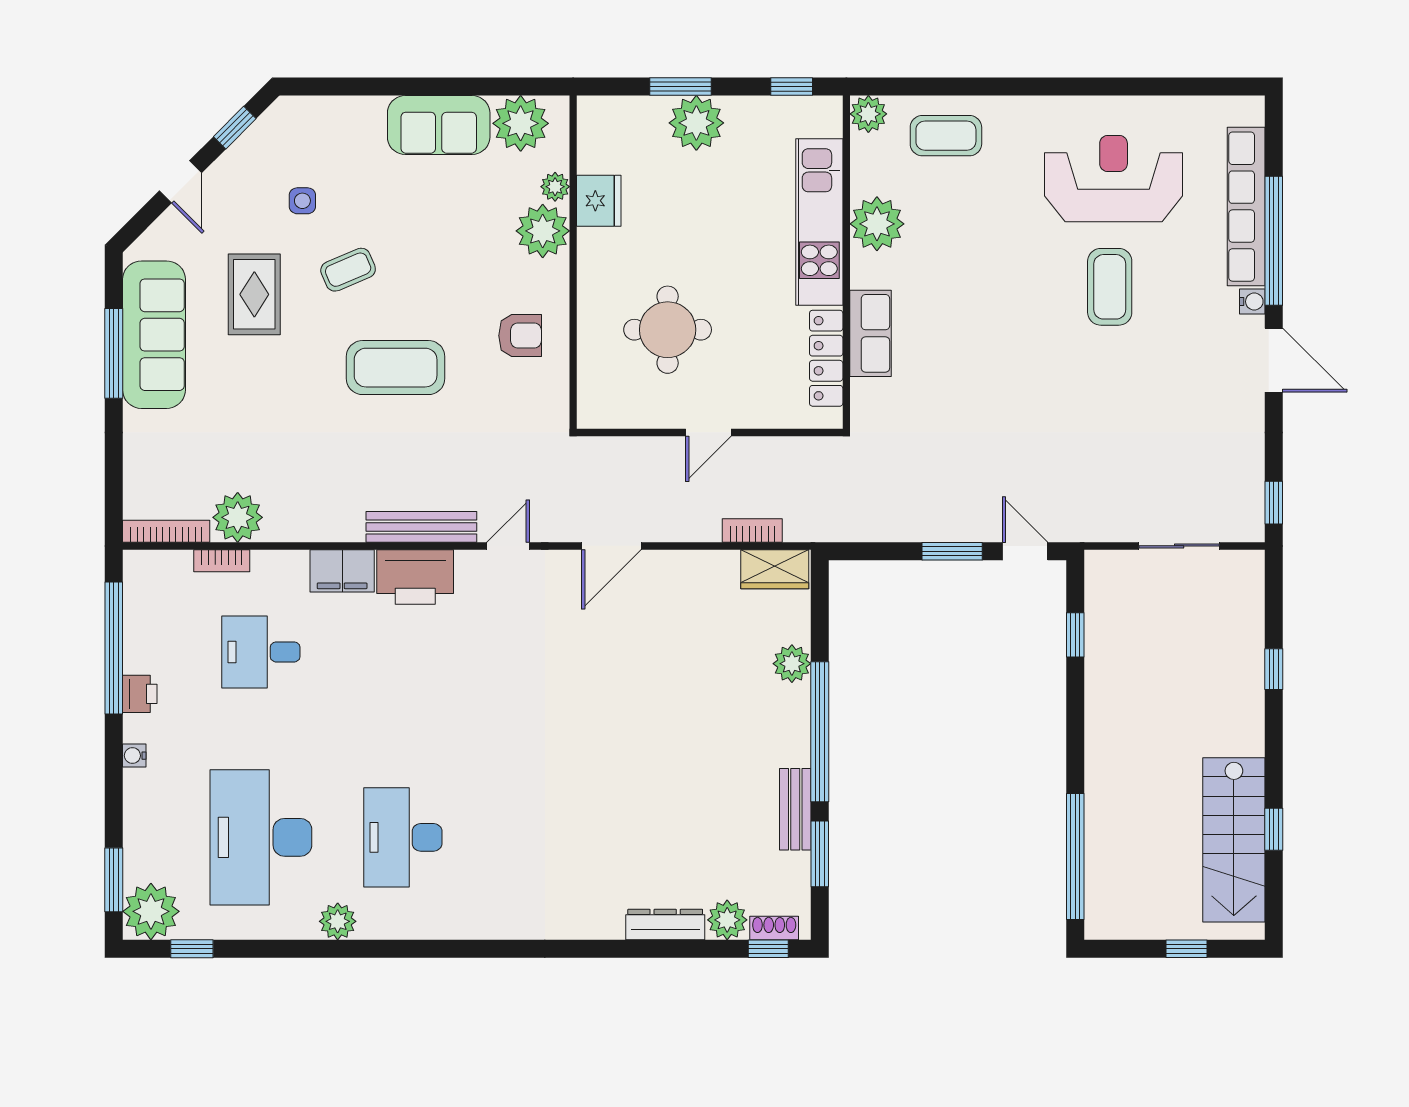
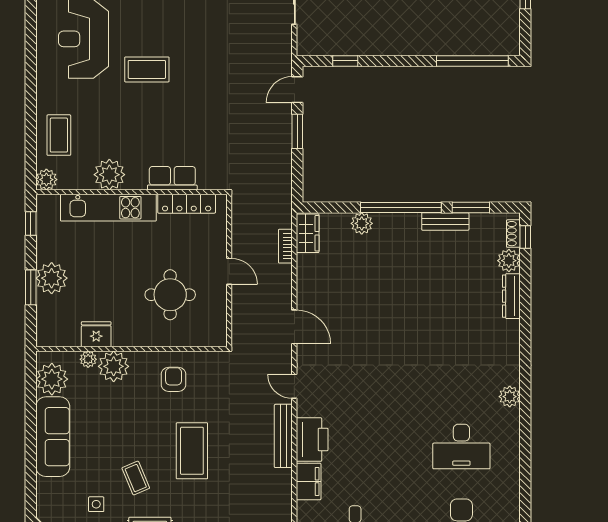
sofa: (439, 125) -> (53, 437), width x1.36
coffee table: (1110, 287) -> (147, 69), moved
plant: (338, 921) -> (510, 397), moved

